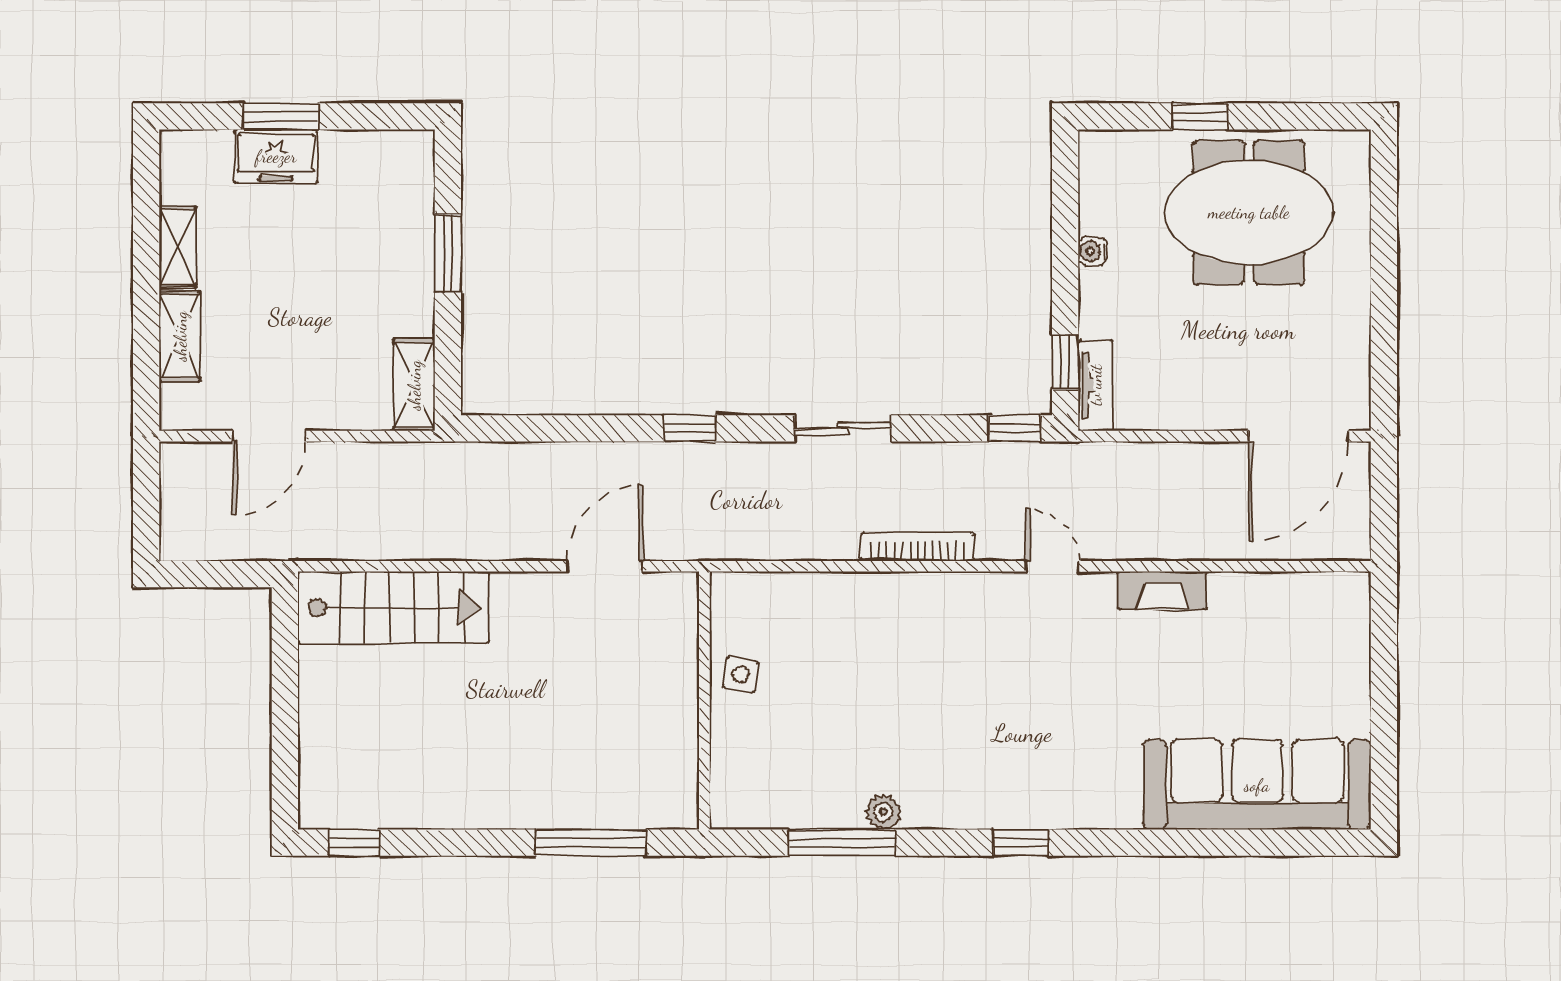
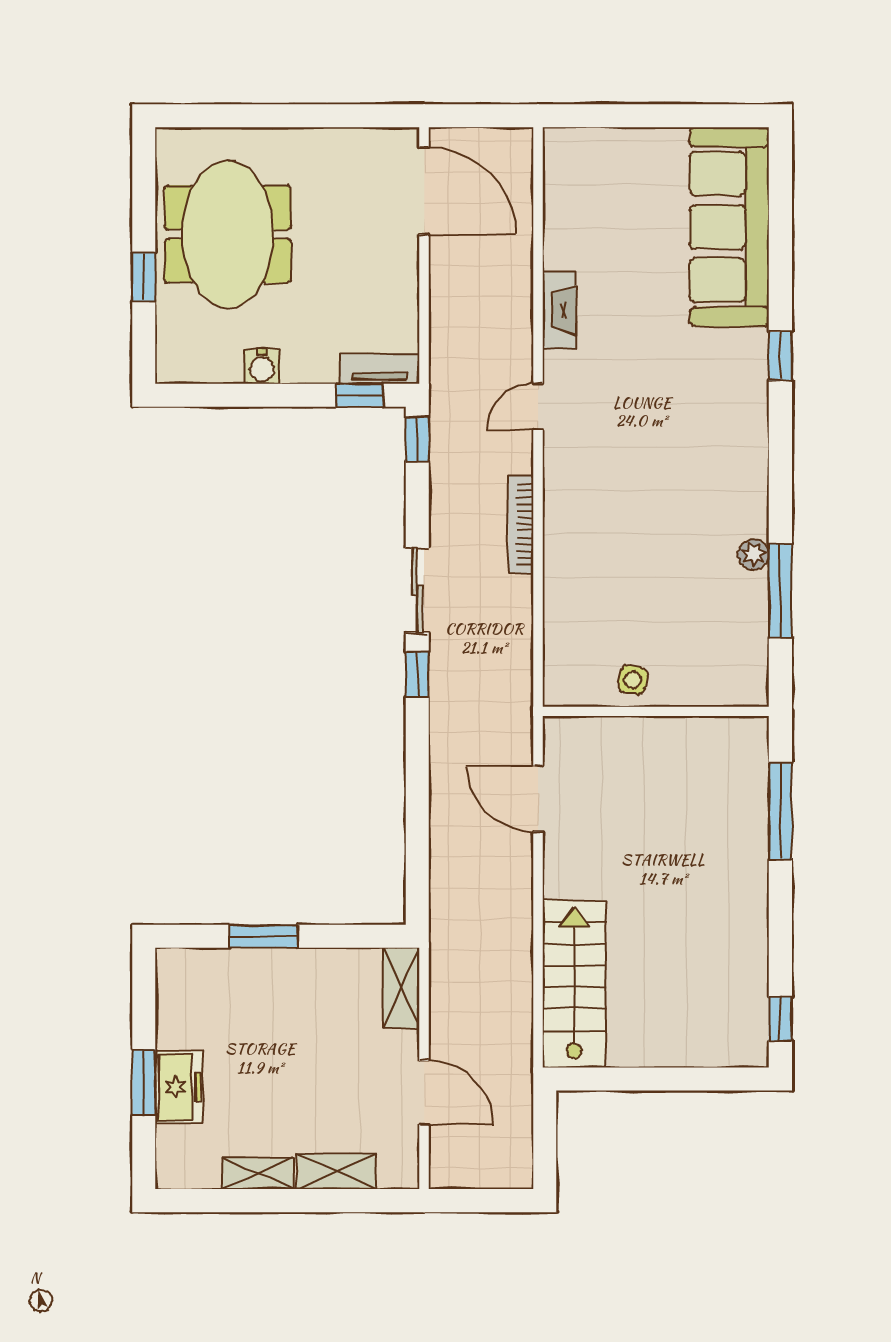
water cooler: (1092, 251) -> (262, 366), width x1.38, depth x1.38
shelving: (414, 385) -> (401, 988), moved, turned 90
window: (689, 428) -> (417, 675), moved
window: (1021, 843) -> (780, 356), moved

